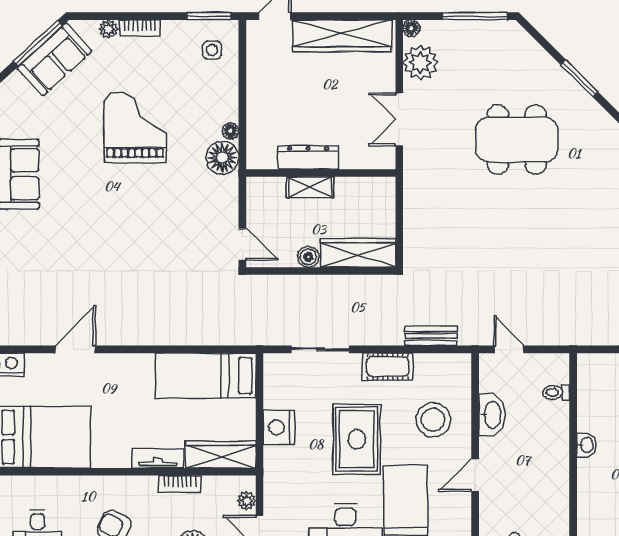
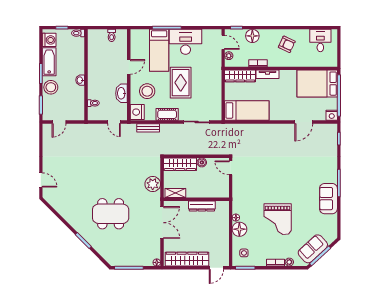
plant: (420, 63) -> (153, 184), moved
double door: (399, 120) -> (162, 223), width x1.37
floor lamp: (222, 158) -> (239, 229), moved
shelving: (310, 187) -> (175, 193), moved
nightstand: (279, 427) -> (137, 112), moved, turned 180

